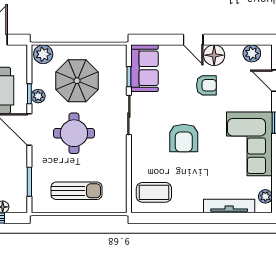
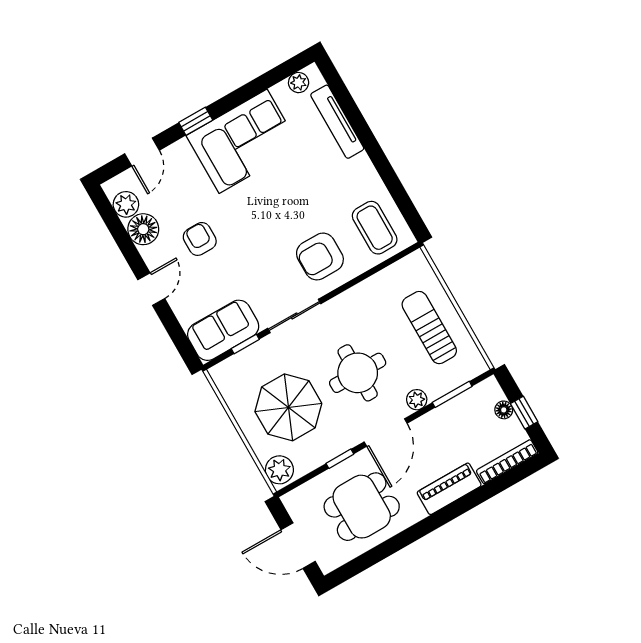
floor lamp: (214, 55) -> (143, 229), moved
plant: (38, 96) -> (417, 400), moved
armchair: (184, 138) -> (320, 257), moved, turned 180

